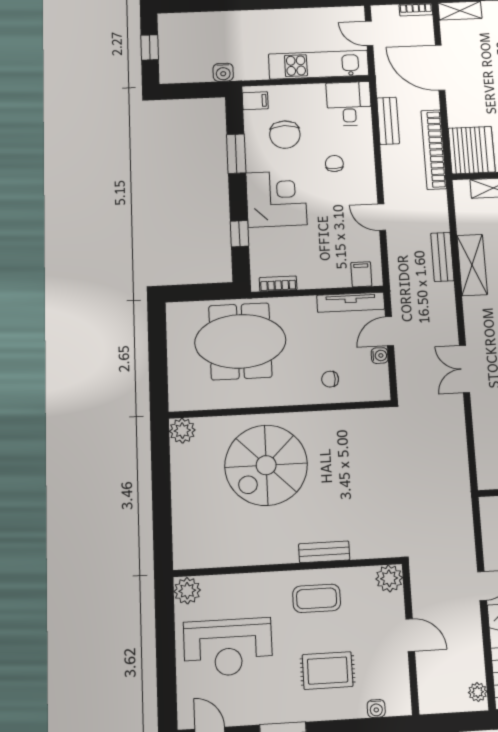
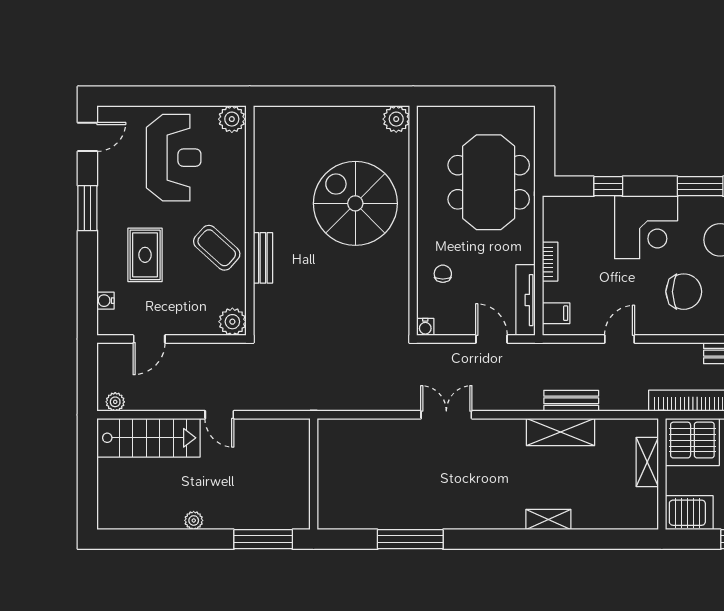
chair: (334, 164) -> (684, 292), width x1.87, depth x1.87
bookcase: (278, 284) -> (550, 262), moved
water cooler: (380, 356) -> (425, 327), moved
coffee table: (317, 598) -> (217, 248), turned -48
door: (410, 635) -> (149, 339), moved
reception desk: (228, 647) -> (174, 158), turned 180

